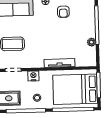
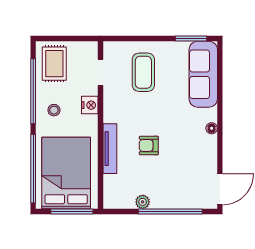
armchair: (63, 12) -> (149, 145), moved

